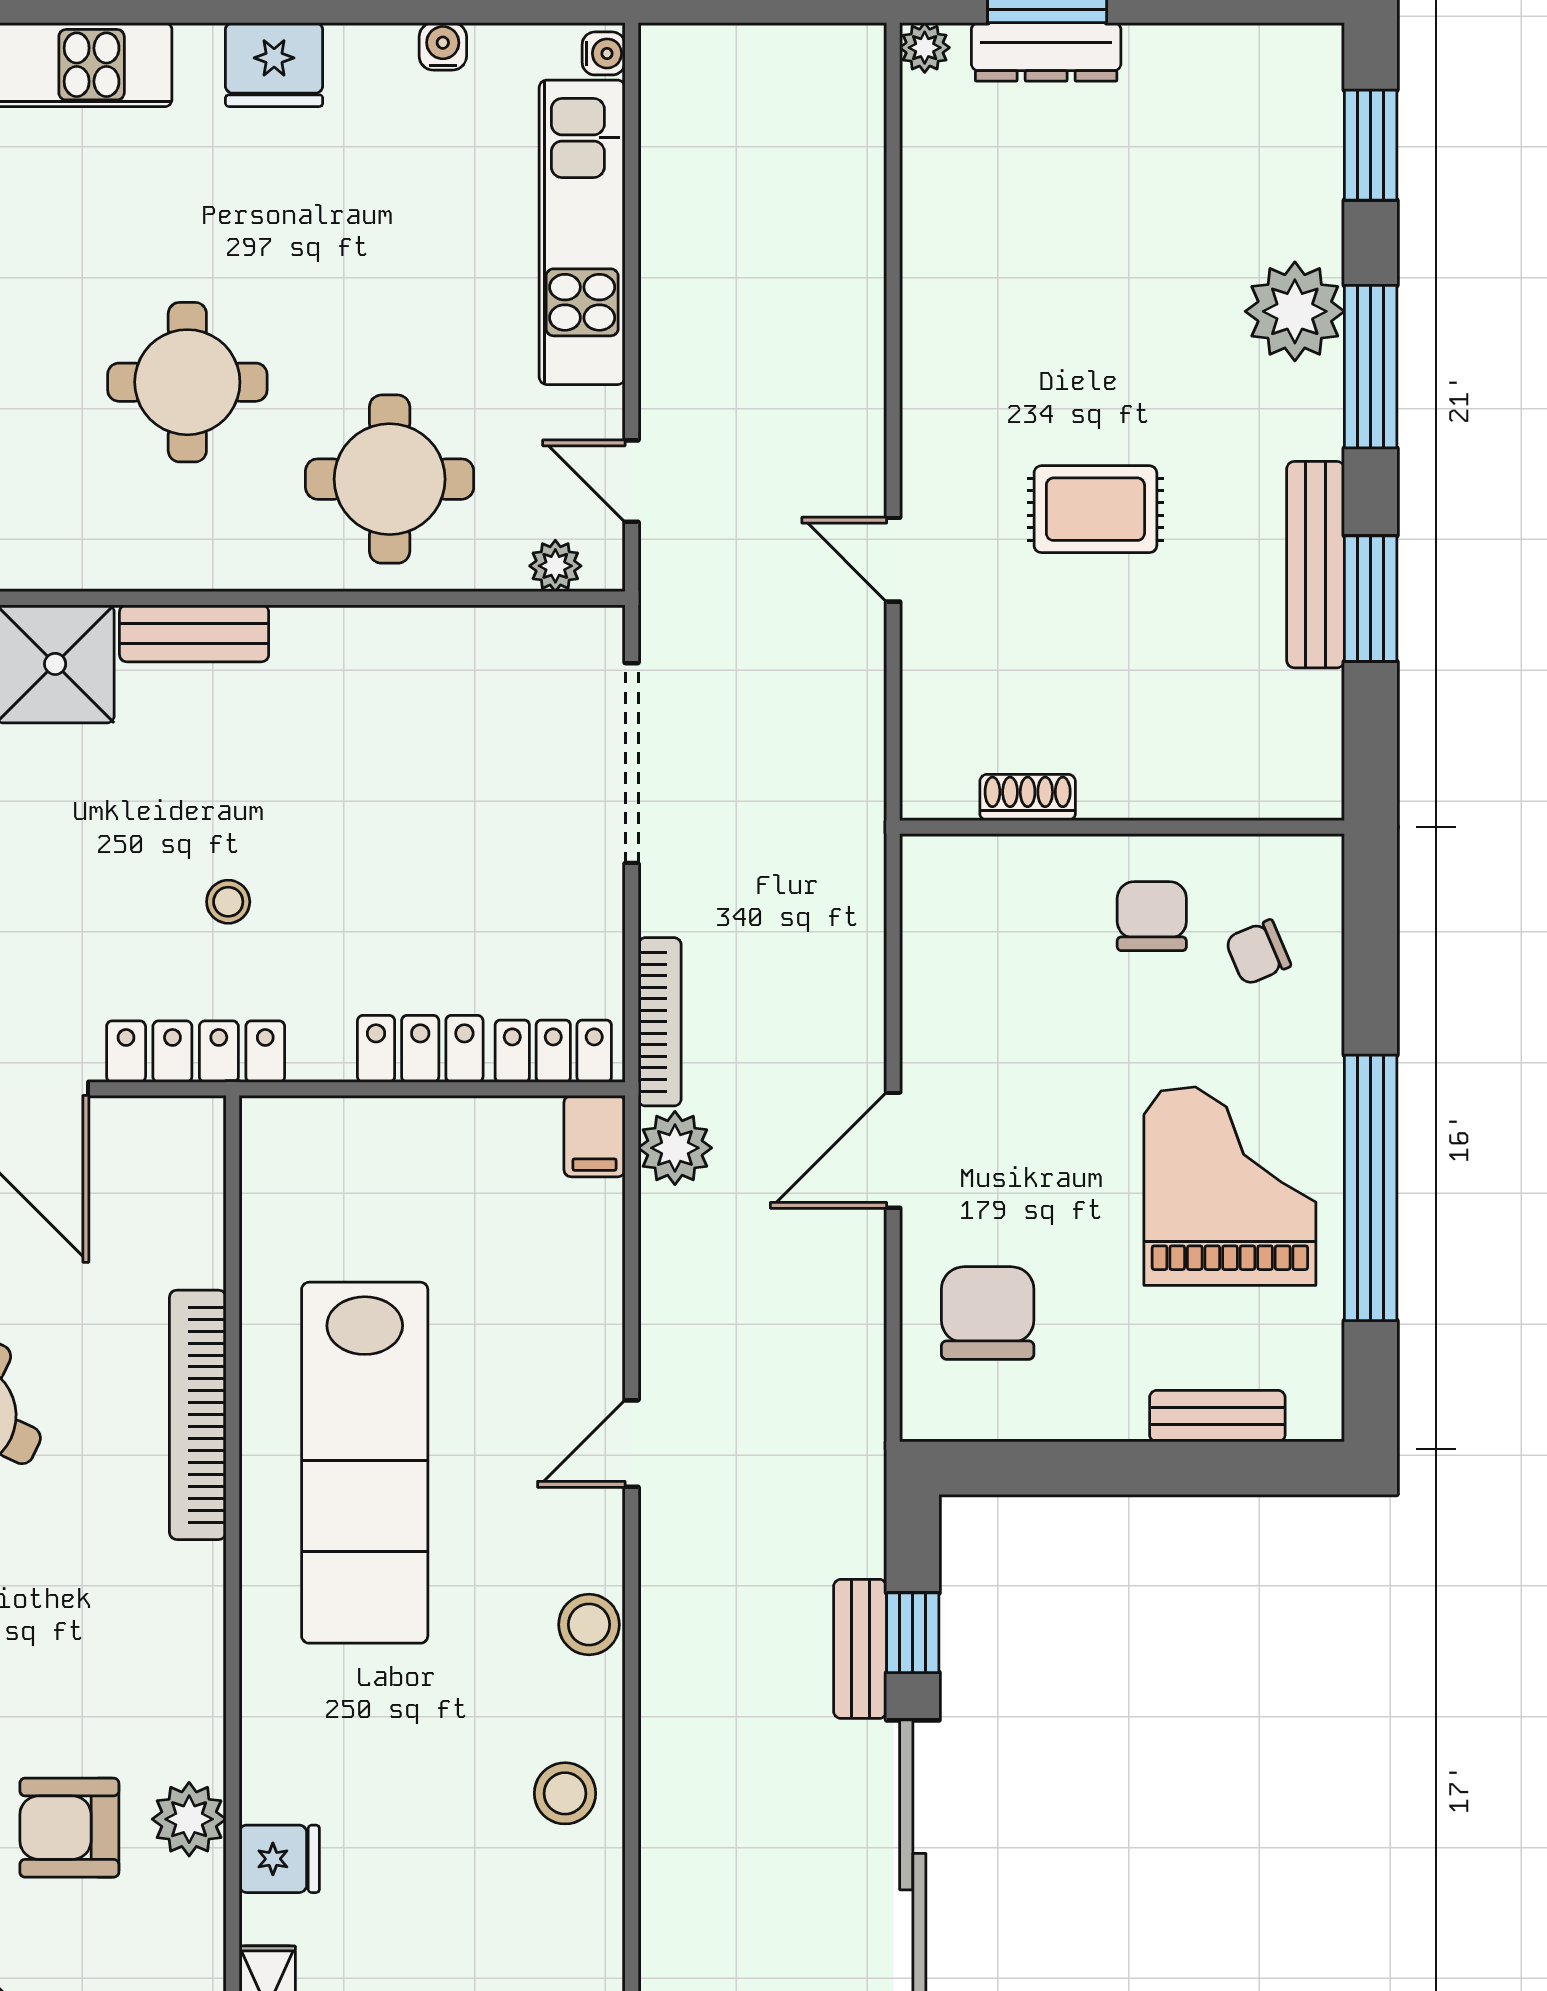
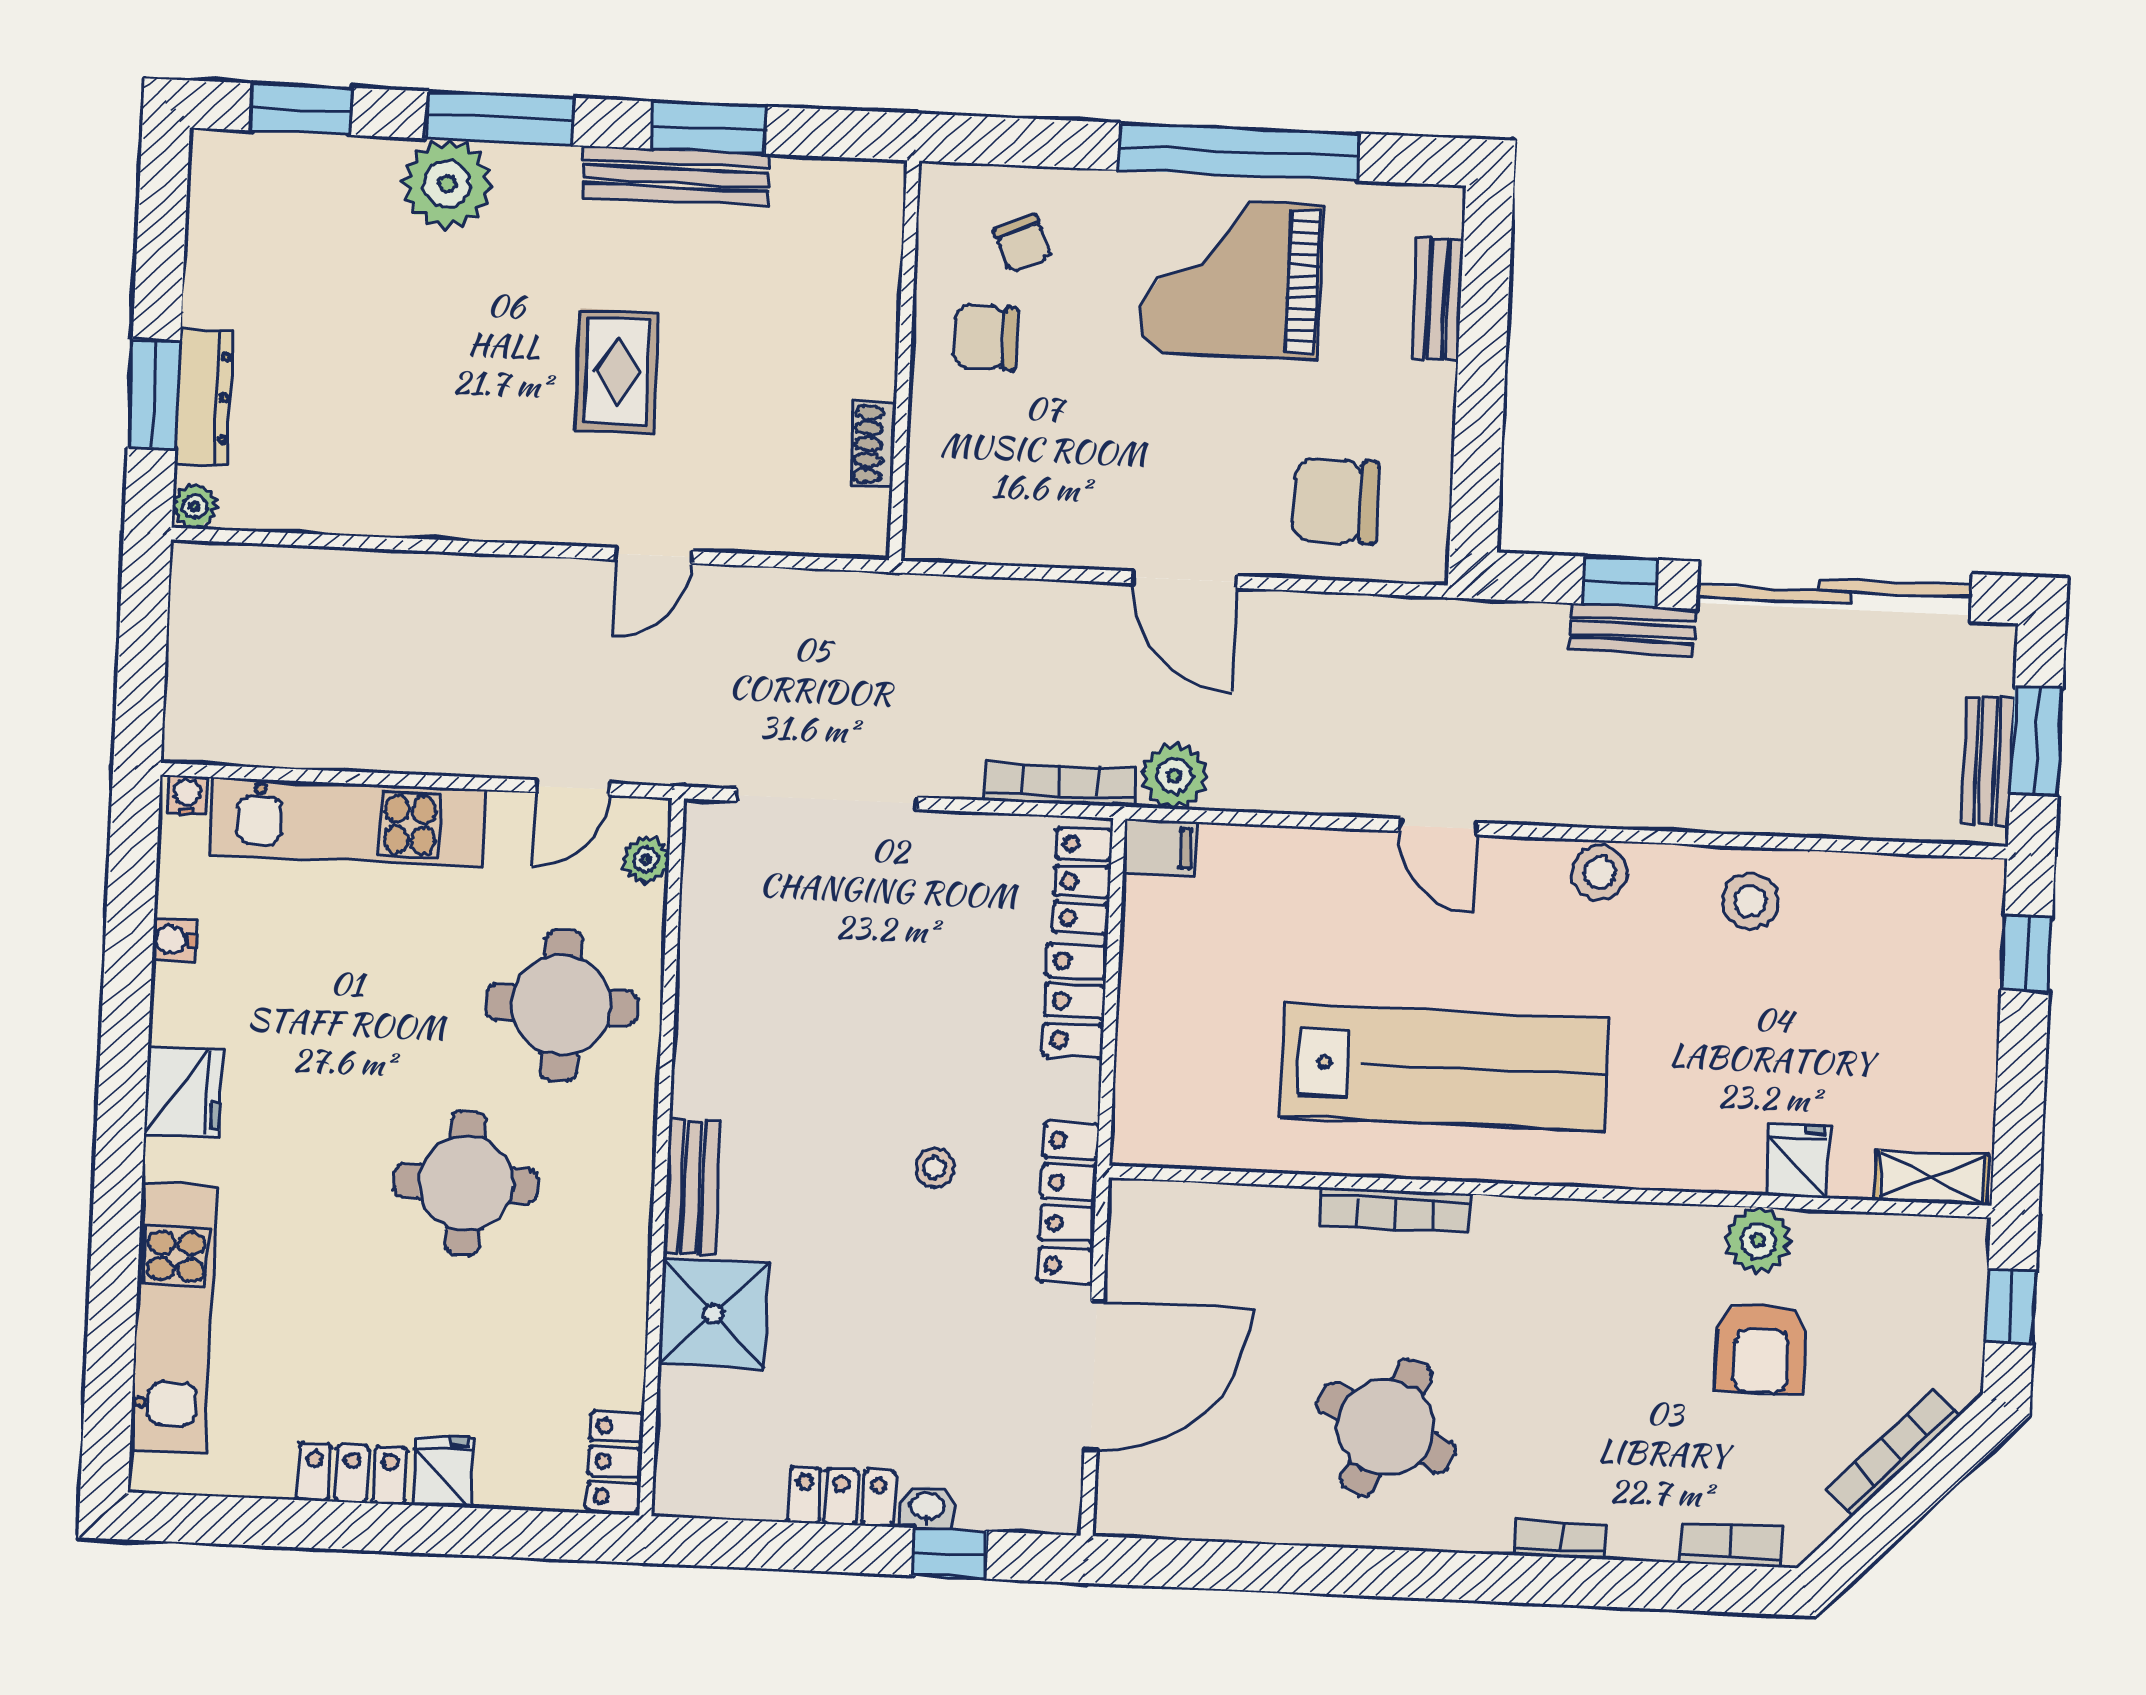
bookcase: (198, 1415) -> (1395, 1210), width x0.68, depth x0.76

